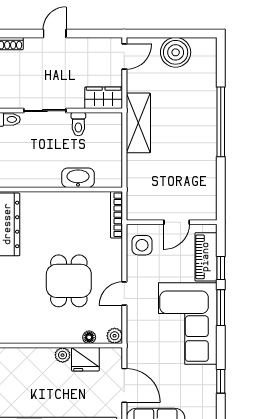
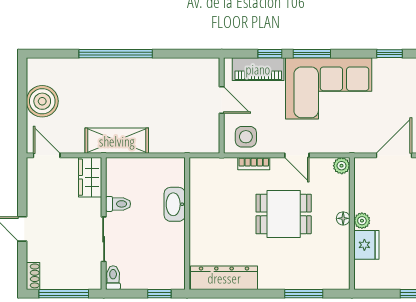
bookcase: (116, 215) -> (254, 164), moved, width x0.64
floor lamp: (89, 337) -> (343, 218), moved
fridge: (85, 359) -> (366, 245), moved

